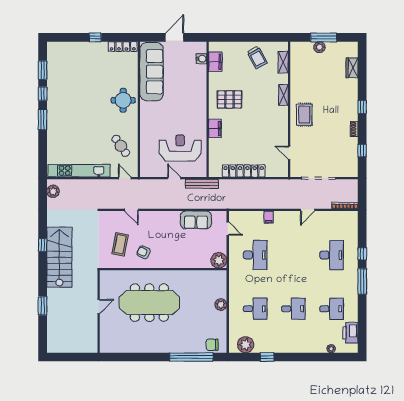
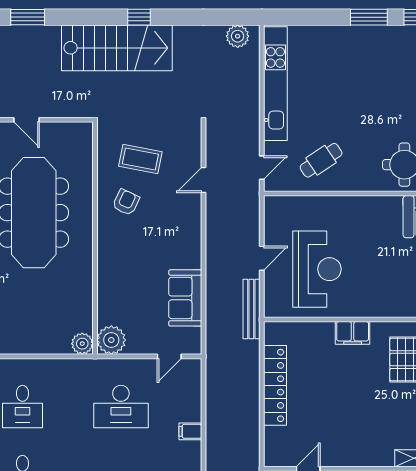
plant: (221, 305) -> (82, 344), moved

